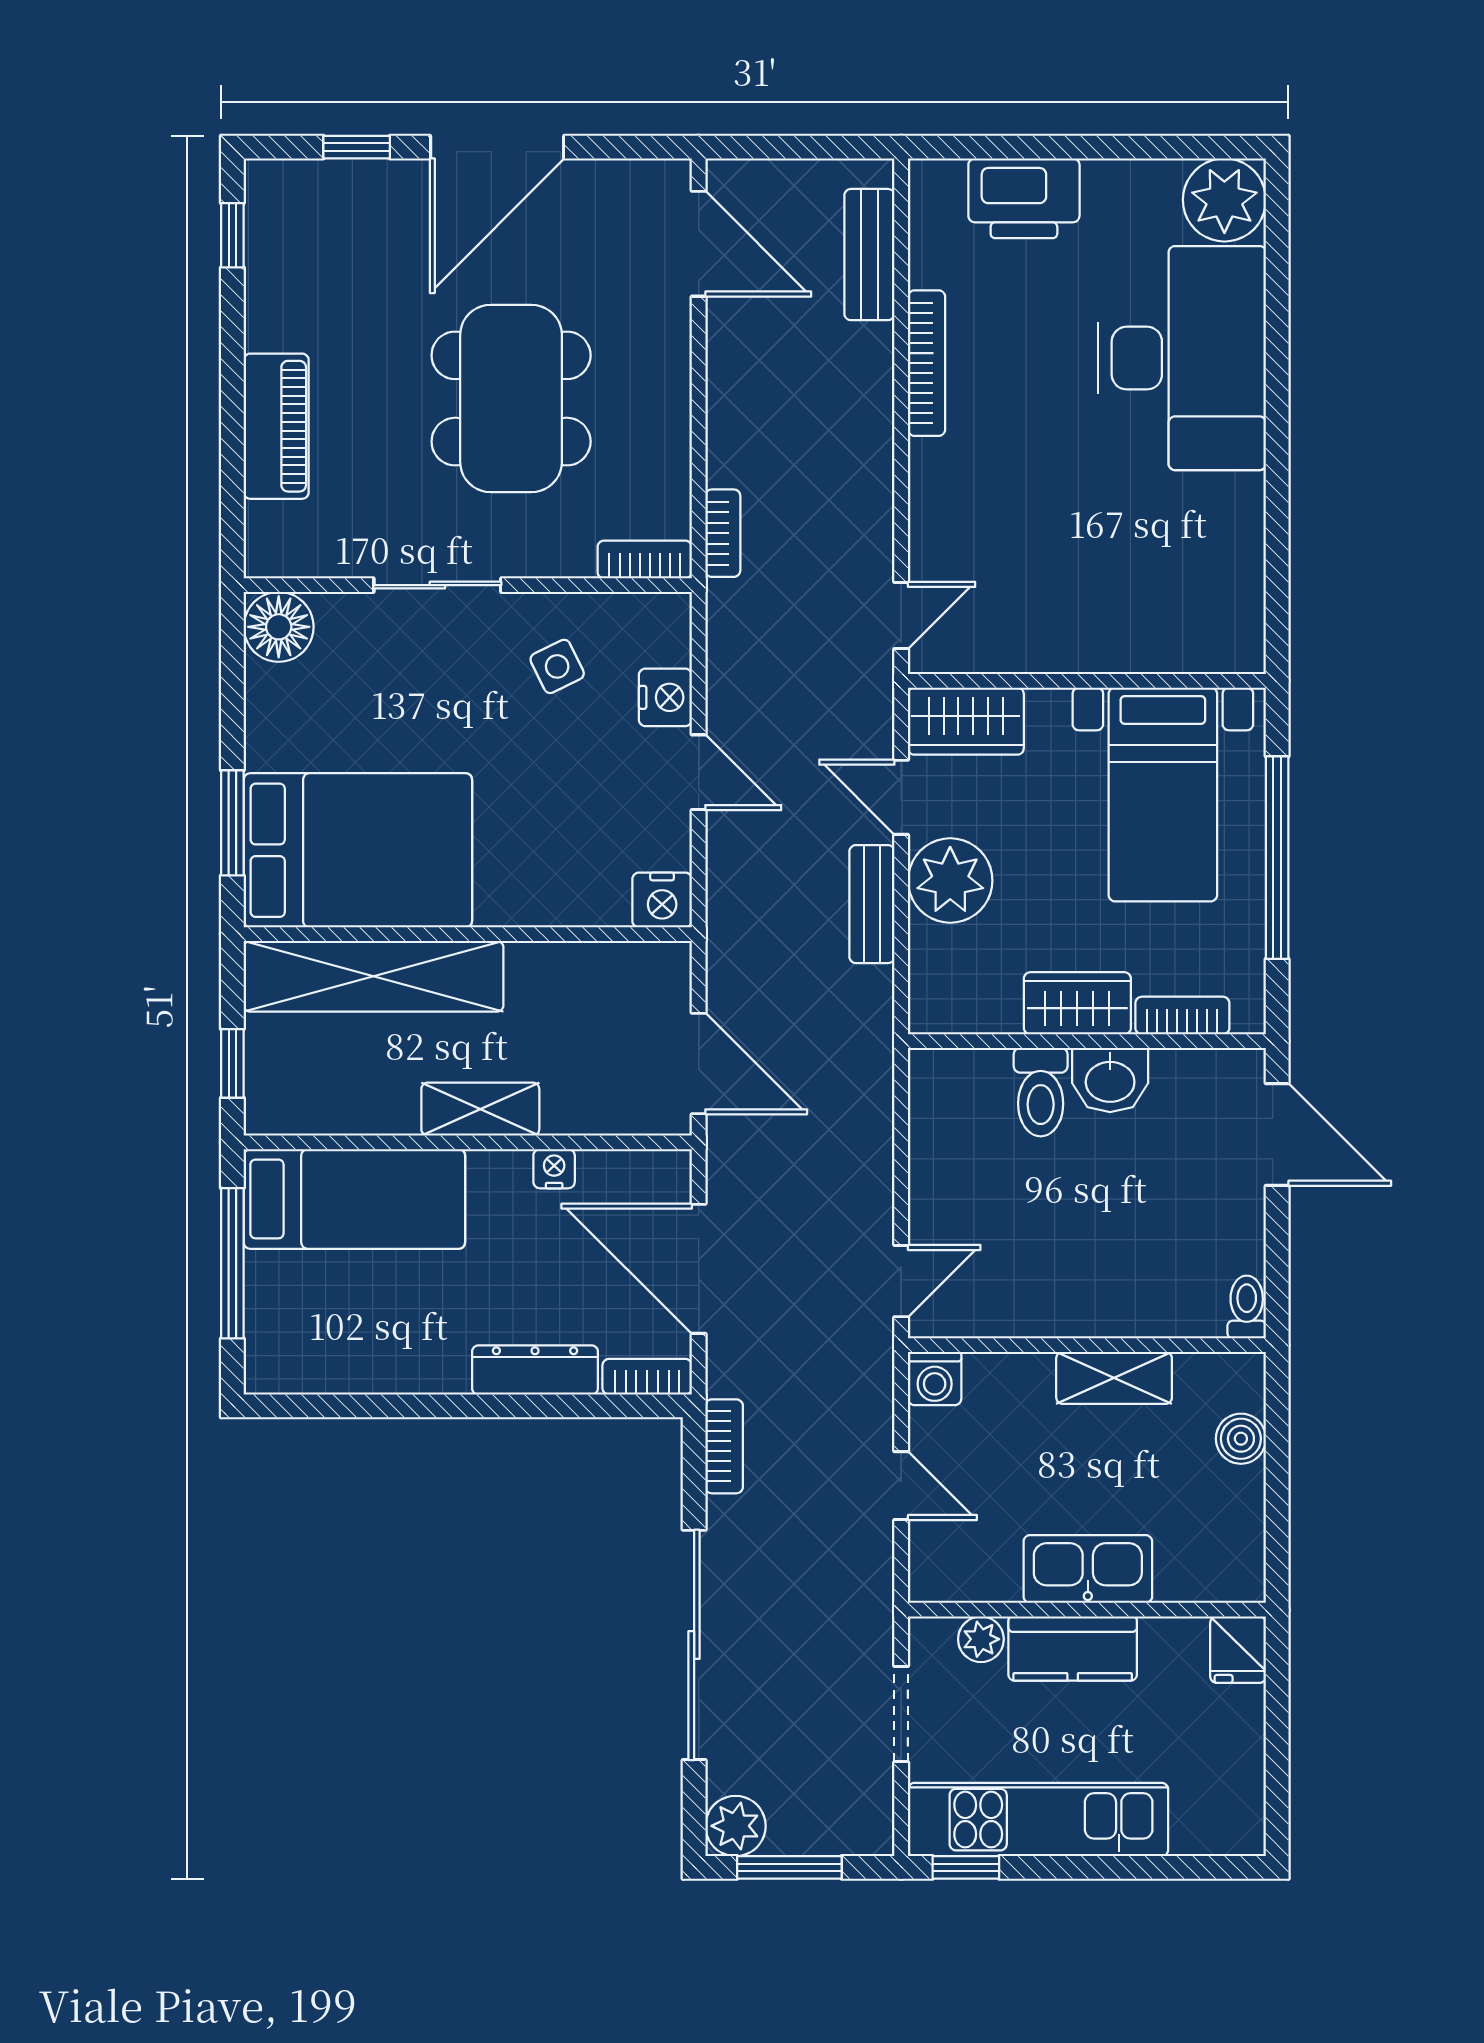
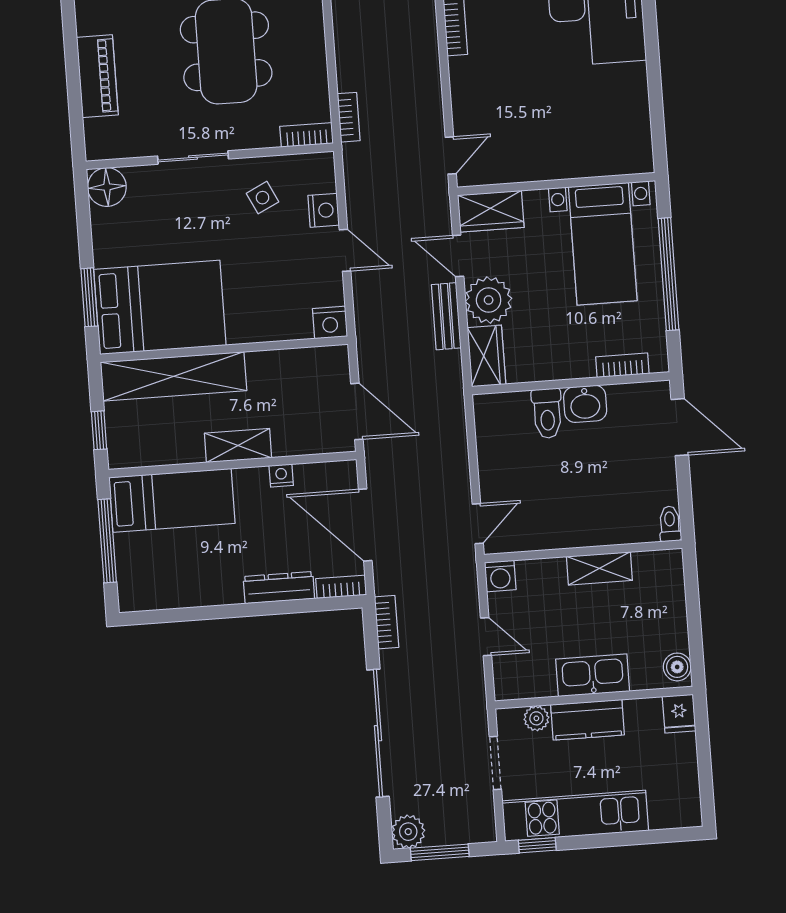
wardrobe: (1077, 1003) -> (486, 356), moved, turned 90
boiler: (1241, 1439) -> (677, 667), moved

